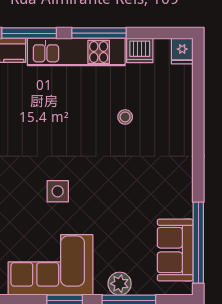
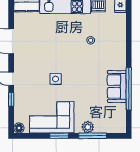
window: (198, 243) -> (129, 89), moved
sofa: (175, 250) -> (117, 86), moved

